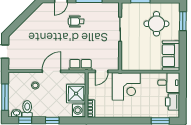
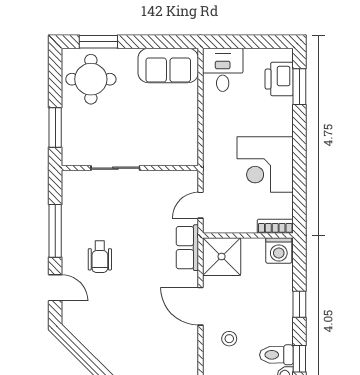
round table: (156, 24) -> (91, 79), moved
door: (102, 71) -> (200, 205), swing flipped
corner desk: (126, 86) -> (265, 165), moved, turned 180
shower: (76, 94) -> (222, 257), moved
printer: (173, 102) -> (279, 79), moved, turned 90

